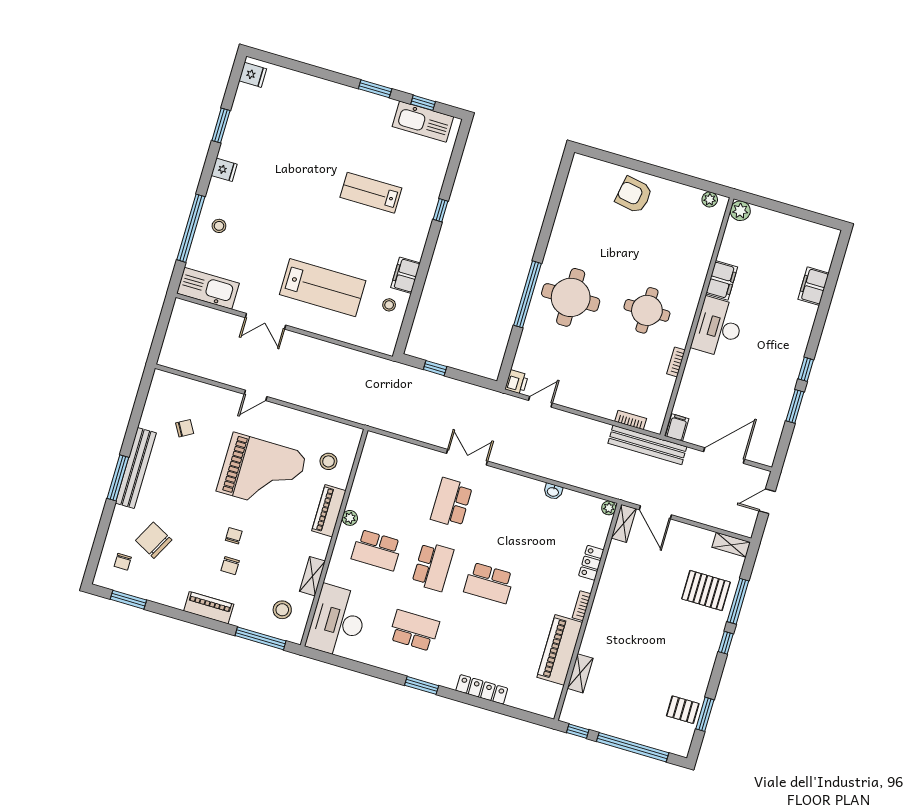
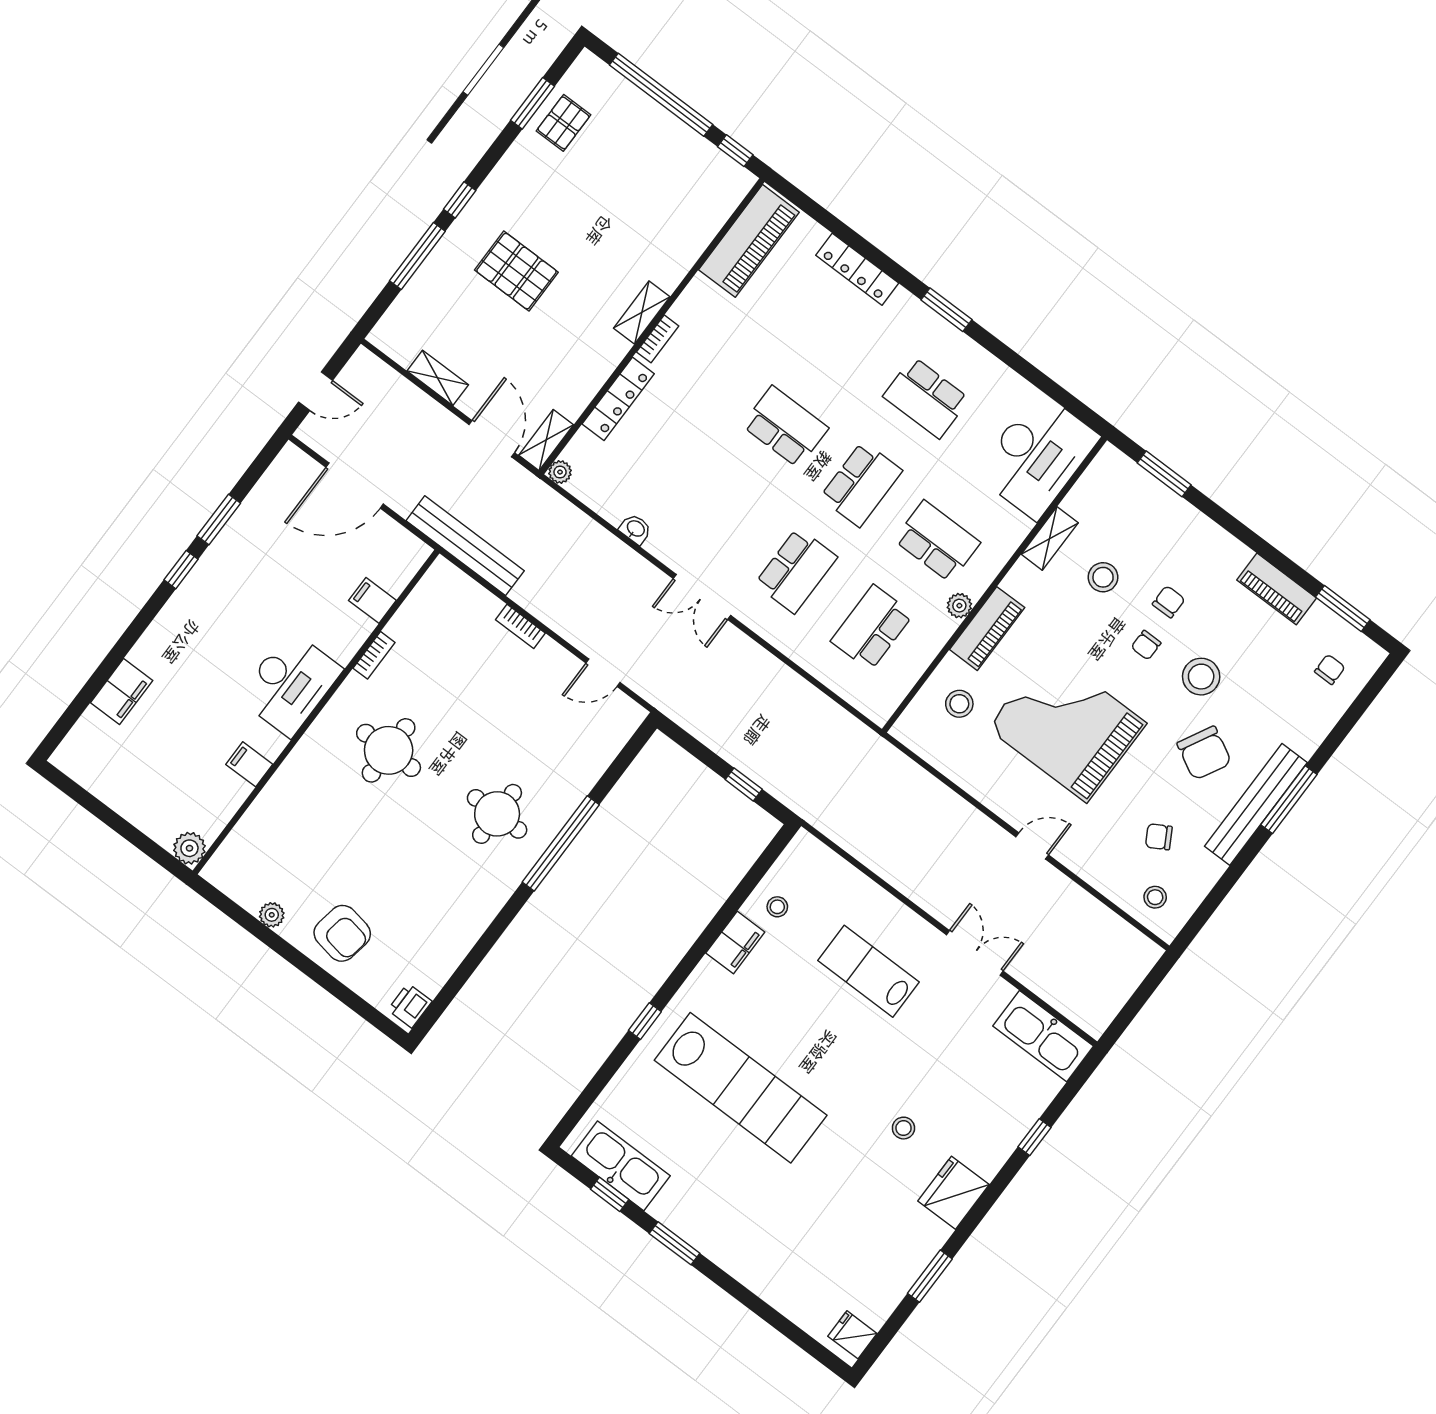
fridge: (224, 170) -> (954, 1193), width x1.88, depth x1.34
lab bench: (371, 193) -> (741, 1088), width x1.86, depth x1.39
plant: (710, 199) -> (272, 915), moved
stool: (219, 226) -> (903, 1128), moved
window: (191, 228) -> (1034, 1137), width x0.32
filing cabinet: (722, 280) -> (249, 764), width x0.50
lab bench: (323, 288) -> (868, 971), width x0.73, depth x0.72
round table: (571, 297) -> (497, 814), width x0.73, depth x0.73
printer: (517, 382) -> (410, 1006), moved
stool: (174, 393) -> (1155, 897), added
bookcase: (631, 420) -> (520, 626), moved
filing cabinet: (677, 427) -> (372, 600), moved, turned 90
double door: (467, 457) -> (702, 597), moved
school desk: (395, 486) -> (872, 628), added
stool: (195, 530) -> (1201, 677), added
chair: (154, 540) -> (1204, 753), moved
shelving: (731, 545) -> (438, 378), moved
locker: (591, 563) -> (618, 399), width x1.53
school desk: (433, 567) -> (861, 484), turned 180
pallet: (706, 591) -> (516, 271), moved
piano: (209, 608) -> (1277, 589), moved
stool: (282, 610) -> (1103, 577), moved
window: (261, 638) -> (1164, 474), width x0.69
piano: (560, 650) -> (749, 241), moved
shelving: (580, 673) -> (642, 312), moved
pallet: (683, 710) -> (563, 123), turned 90

